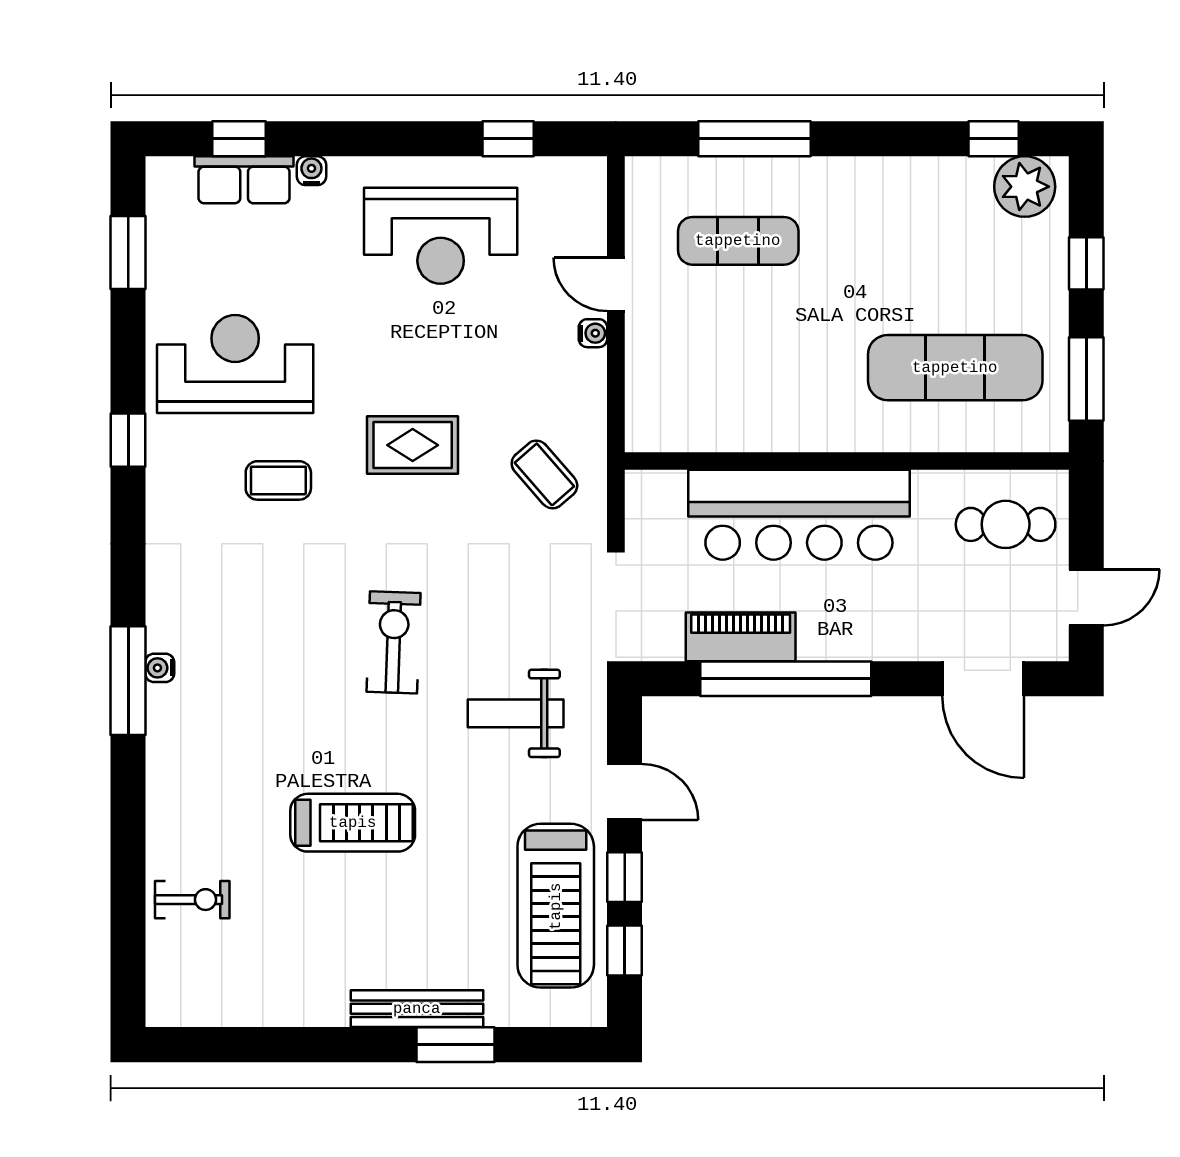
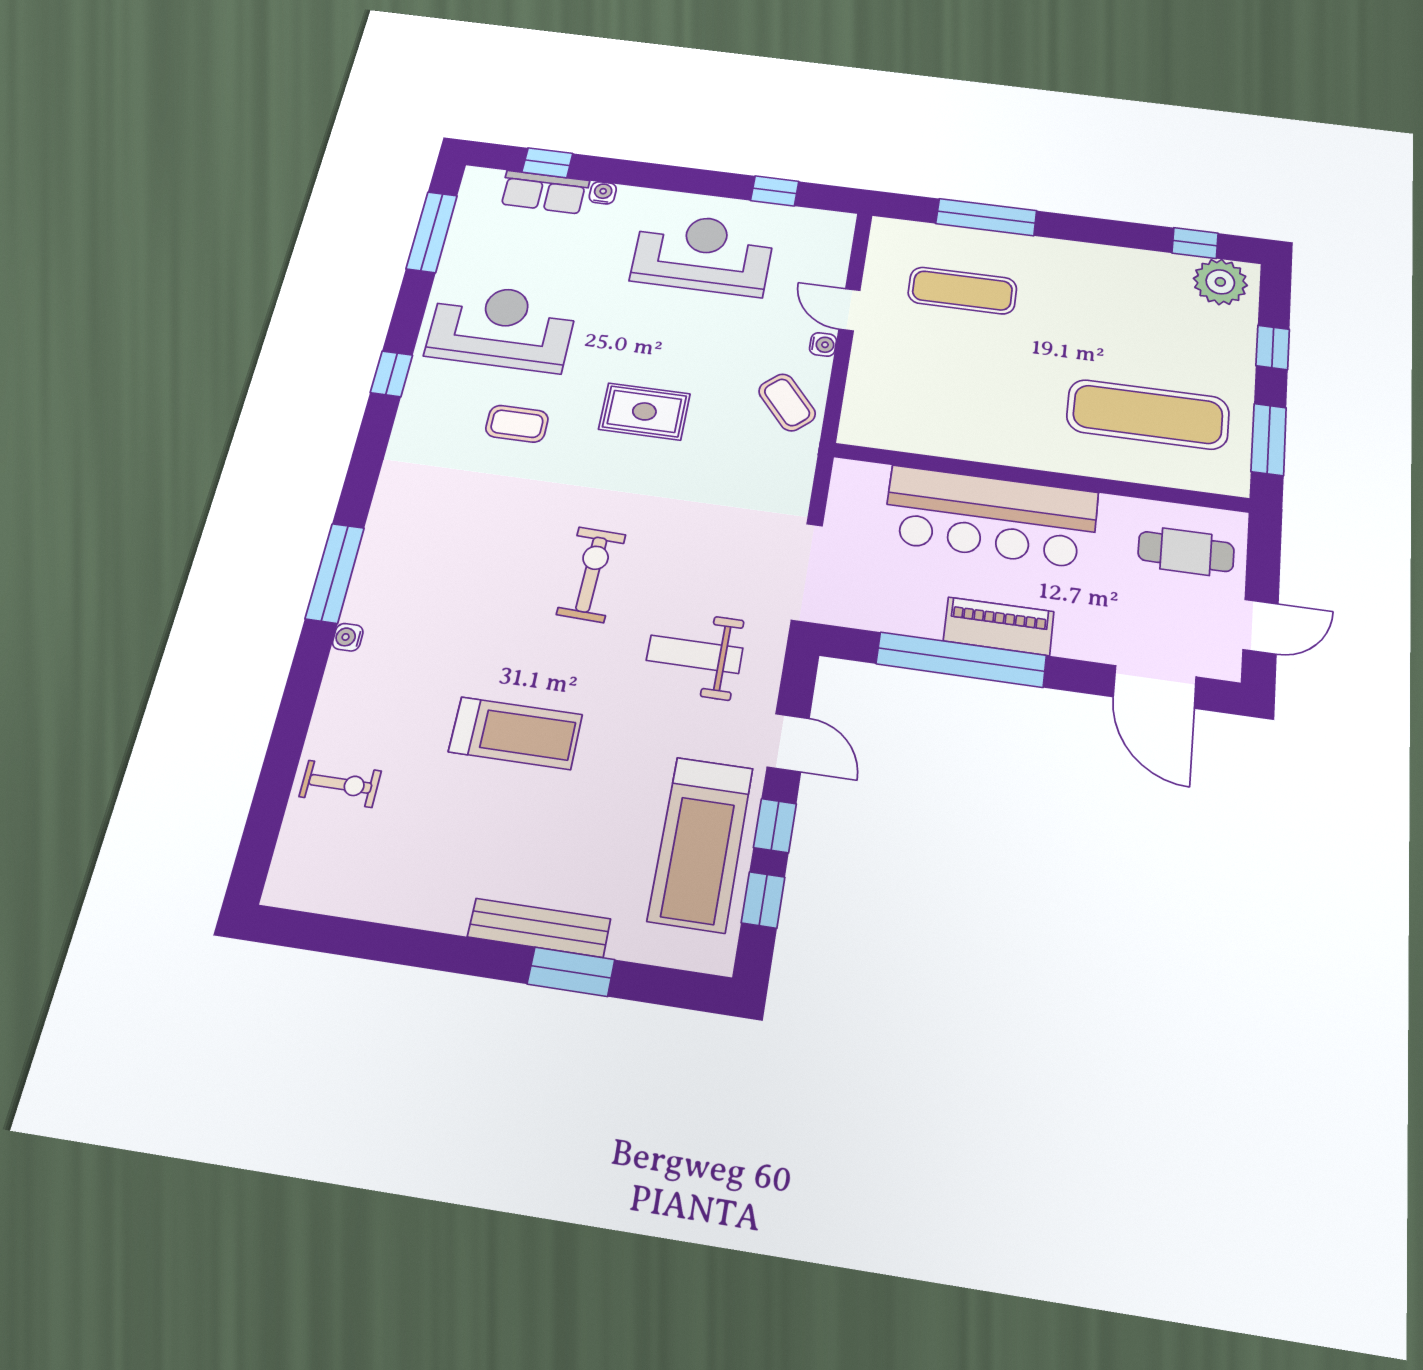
reception desk: (441, 236) -> (703, 254), turned 180
window: (128, 253) -> (432, 232), width x1.44
coffee table: (544, 474) -> (787, 402), moved
piano: (741, 637) -> (999, 626), moved
water cooler: (160, 668) -> (348, 637), moved

